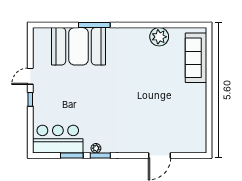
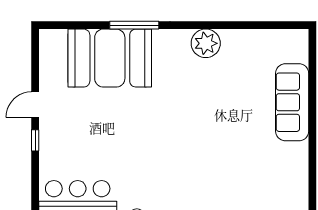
plant: (159, 37) -> (206, 43), moved
sofa: (196, 58) -> (292, 102), moved

